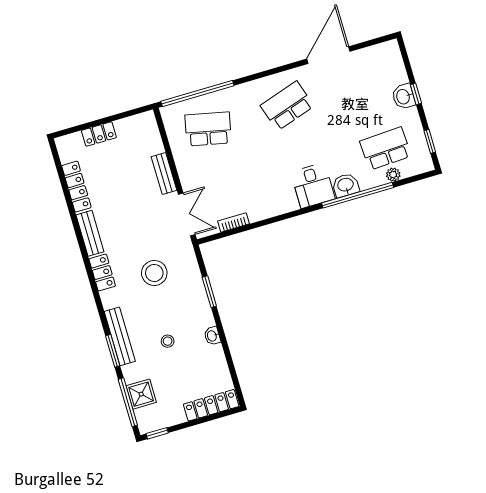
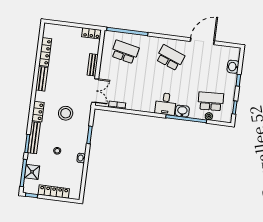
washbasin: (404, 97) -> (233, 67), moved
school desk: (287, 106) -> (170, 58), turned 39
locker: (99, 134) -> (92, 33), moved
locker: (102, 273) -> (38, 112), moved
locker: (211, 405) -> (54, 192), moved

